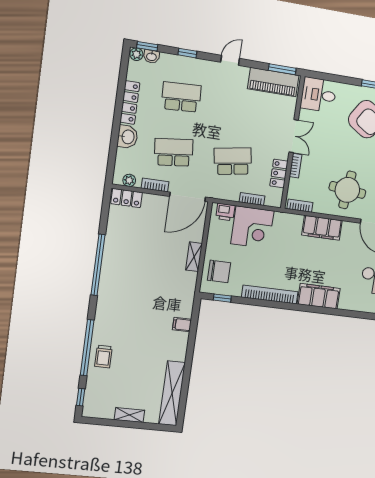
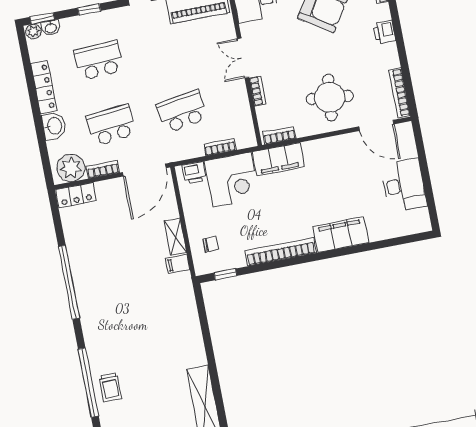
double door: (294, 136) -> (243, 58), swing flipped
locker: (279, 174) -> (241, 107), removed
plant: (129, 180) -> (71, 168), width x1.88, depth x1.88
filing cabinet: (322, 228) -> (278, 159), moved
chair: (219, 271) -> (211, 244), width x0.54, depth x0.54
filing cabinet: (182, 325) -> (178, 264), moved

